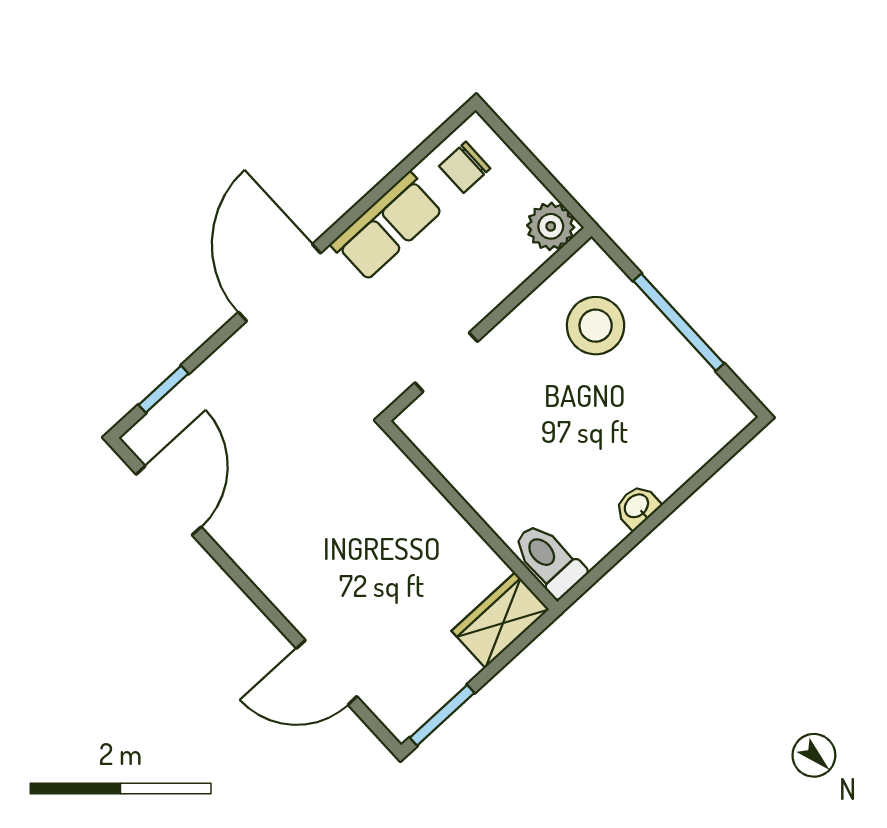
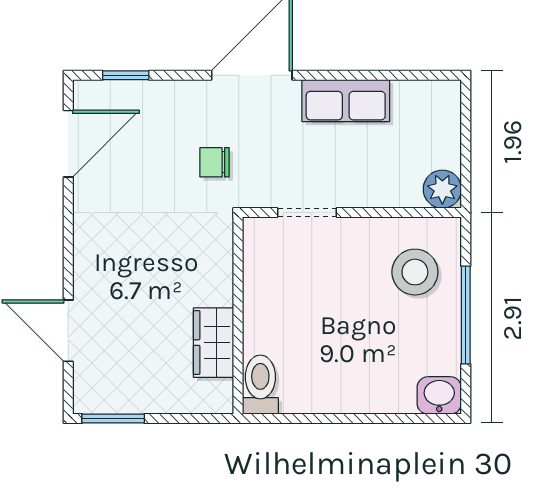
chair: (465, 167) -> (215, 162), moved
washbasin: (637, 507) -> (439, 395), moved, width x1.38, depth x1.45
wardrobe: (500, 620) -> (214, 343), moved, turned -90

